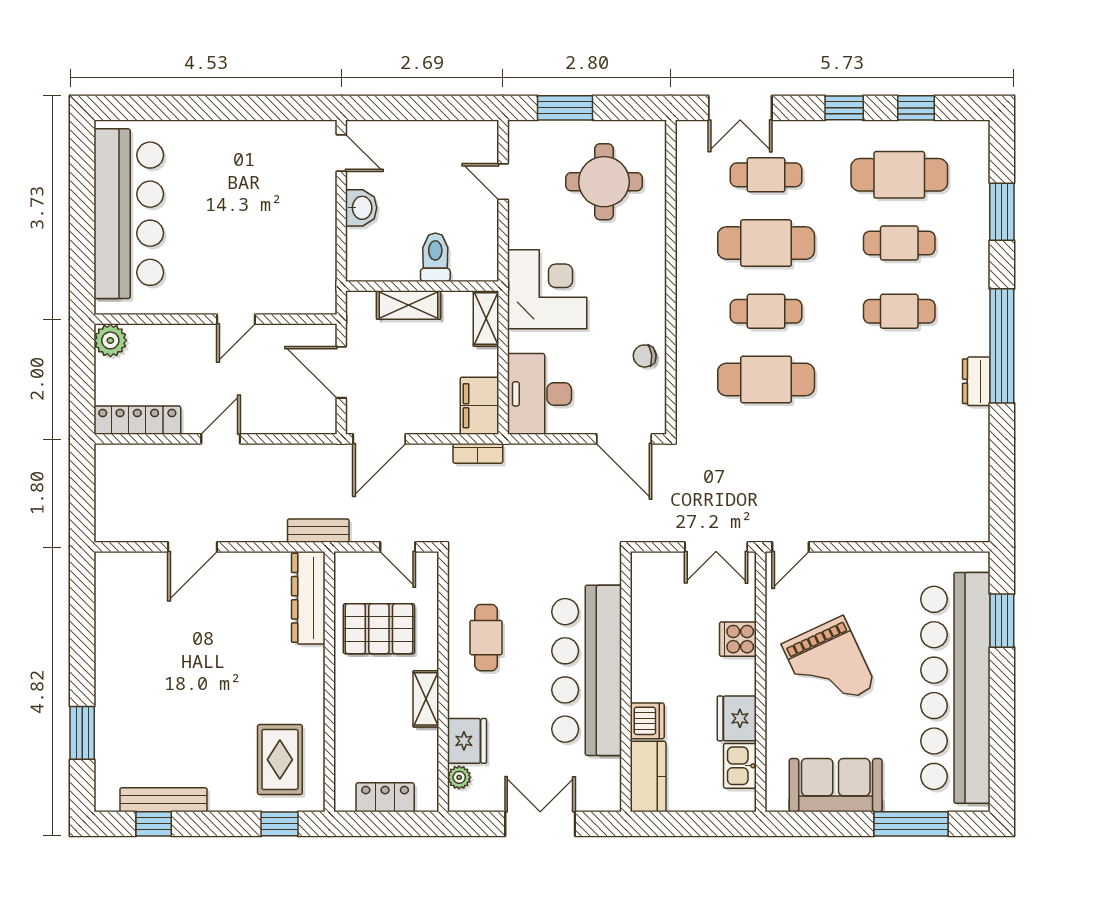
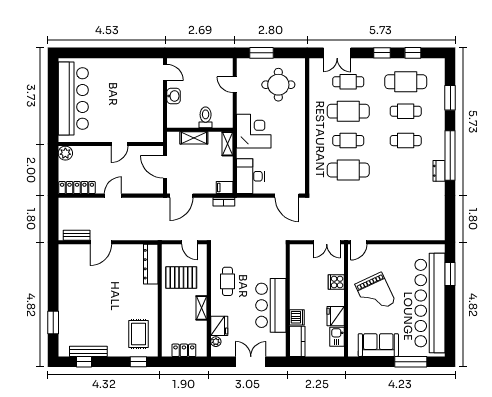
chair: (645, 356) -> (296, 160), removed
filing cabinet: (479, 406) -> (225, 188), width x0.50
bench: (318, 531) -> (77, 235), moved
bar counter: (587, 670) -> (271, 305), width x0.73

